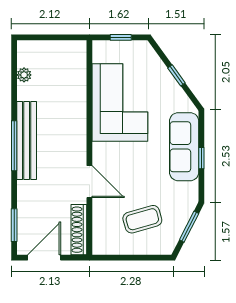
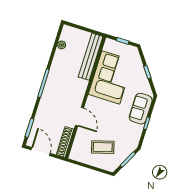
bench: (27, 140) -> (91, 57), moved
sofa: (184, 147) -> (141, 109), width x0.73
door: (44, 258) -> (41, 152), hinge flipped

